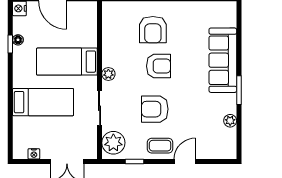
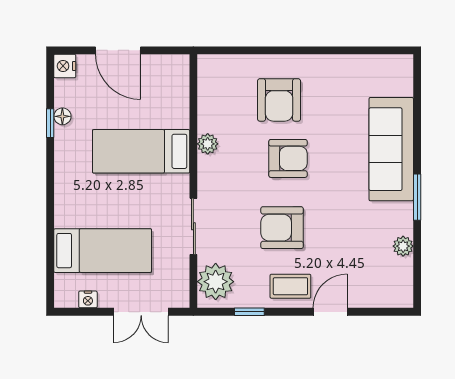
plant: (108, 74) -> (208, 144), moved
bed: (43, 102) -> (103, 251), moved

